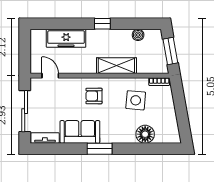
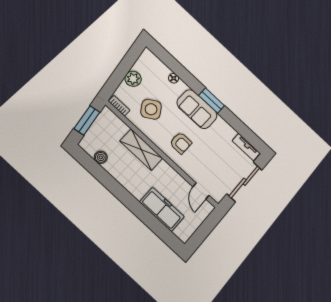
window: (102, 24) -> (121, 194), removed
side table: (136, 100) -> (151, 109), turned -38
plant: (168, 110) -> (133, 79), added
sofa: (80, 132) -> (197, 109), moved
floor lamp: (145, 134) -> (174, 78), width x0.53, depth x0.53

